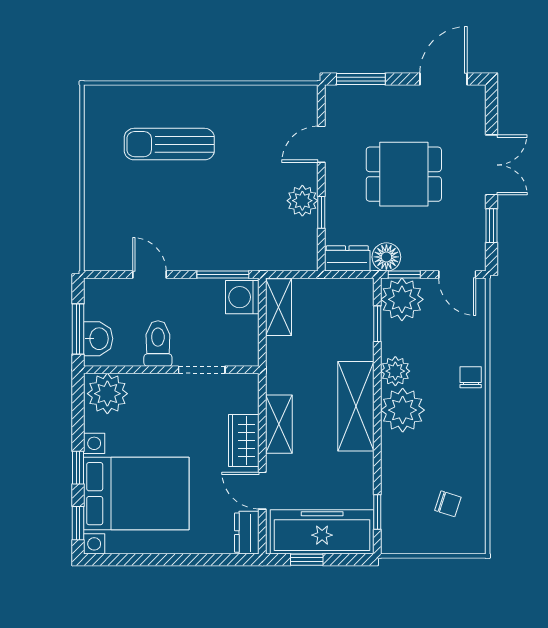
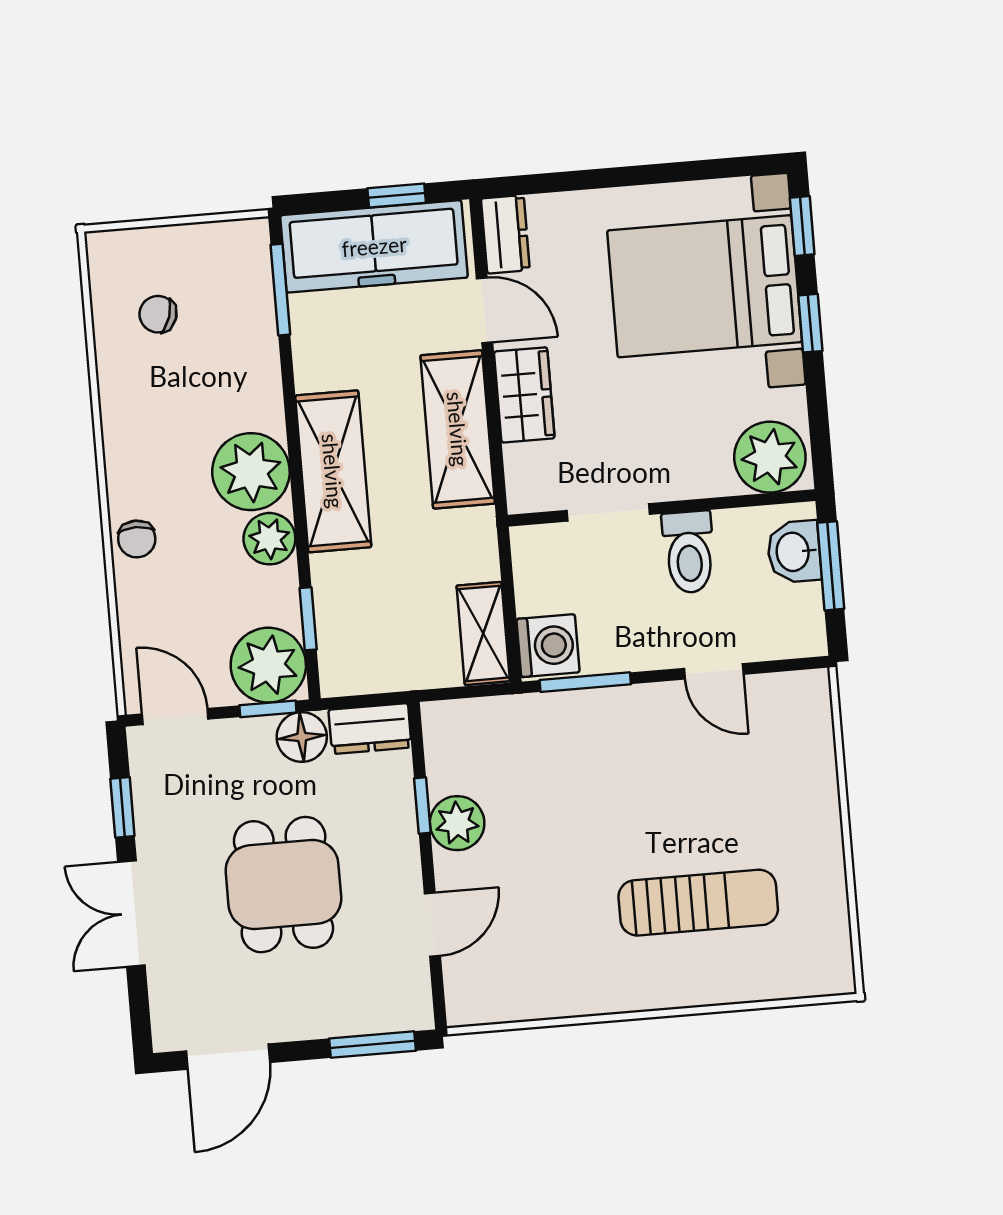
dining table: (404, 174) -> (283, 885), turned 90
shelving: (279, 424) -> (458, 429), width x1.50, depth x1.33
window: (377, 512) -> (280, 290), width x1.50

